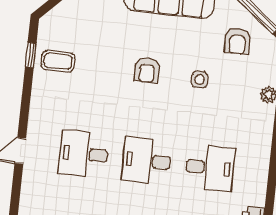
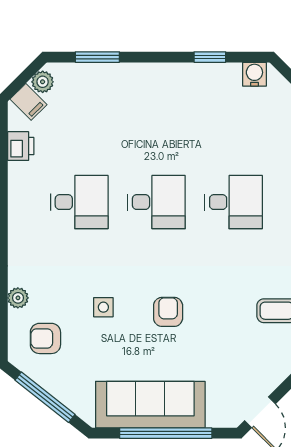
armchair: (238, 41) -> (45, 338), moved, turned -90
desk: (210, 168) -> (79, 202), turned 180

